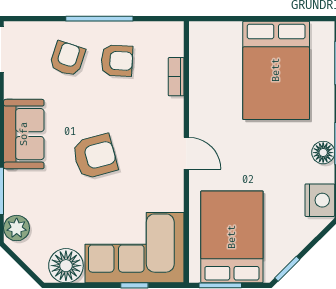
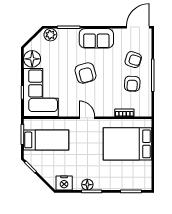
bed: (276, 70) -> (127, 144), moved
door: (186, 153) -> (87, 118), swing flipped
bed: (232, 237) -> (46, 140), width x0.67

